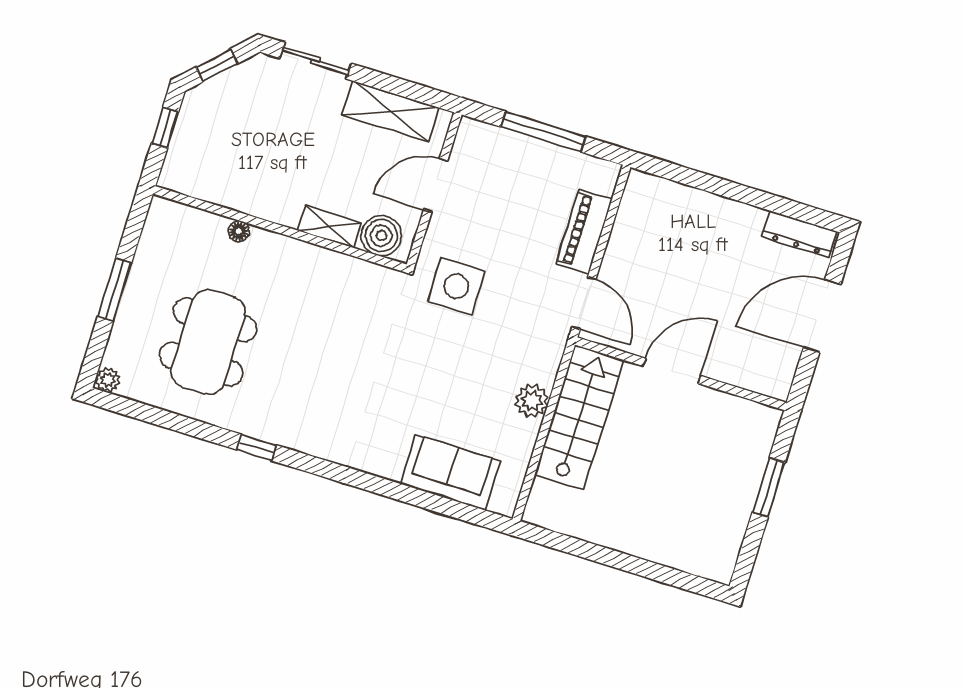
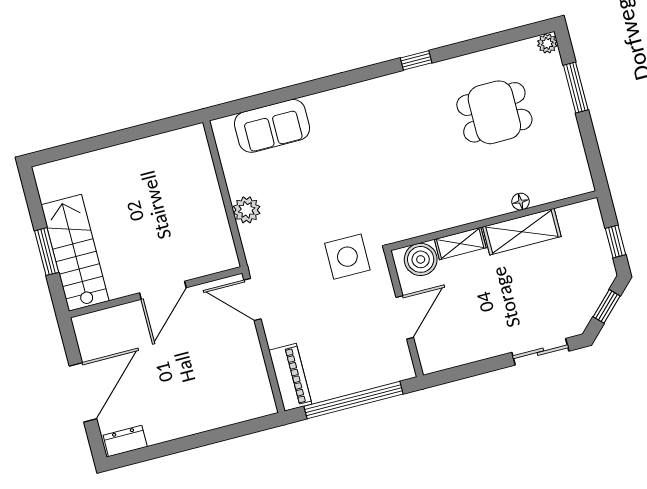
shelving: (390, 111) -> (522, 232), moved
window: (543, 132) -> (354, 400), width x1.46
piano: (584, 232) -> (290, 377), moved
dresser: (799, 234) -> (125, 441), width x0.70
window: (115, 289) -> (576, 88), moved
dining table: (208, 342) -> (494, 112), width x0.73
stairs: (579, 418) -> (75, 253), moved, turned 180

